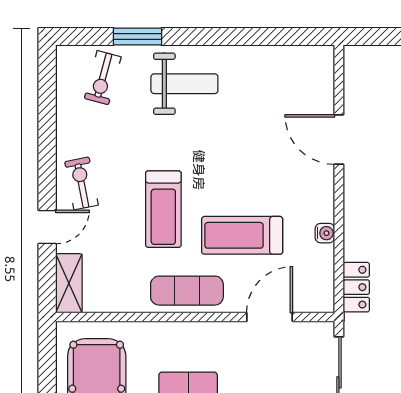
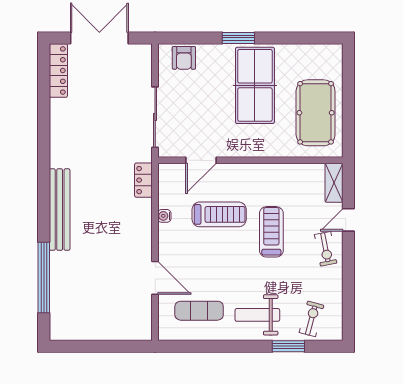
exercise mat: (187, 291) -> (199, 311), moved

